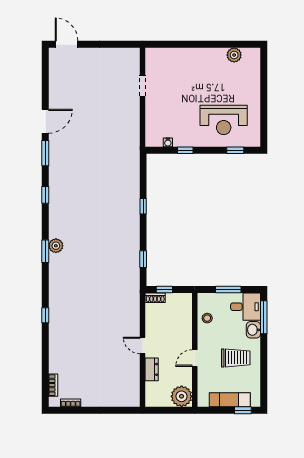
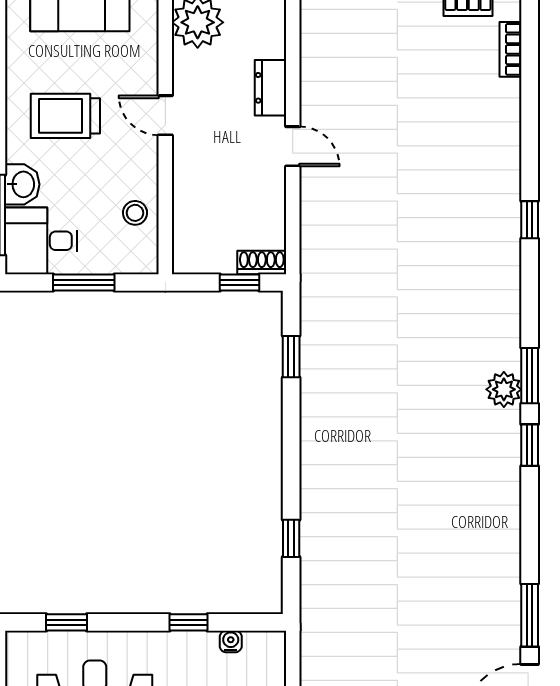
window: (45, 195) -> (530, 445), moved
window: (143, 206) -> (291, 538), moved
door: (195, 358) -> (165, 115), swing flipped

